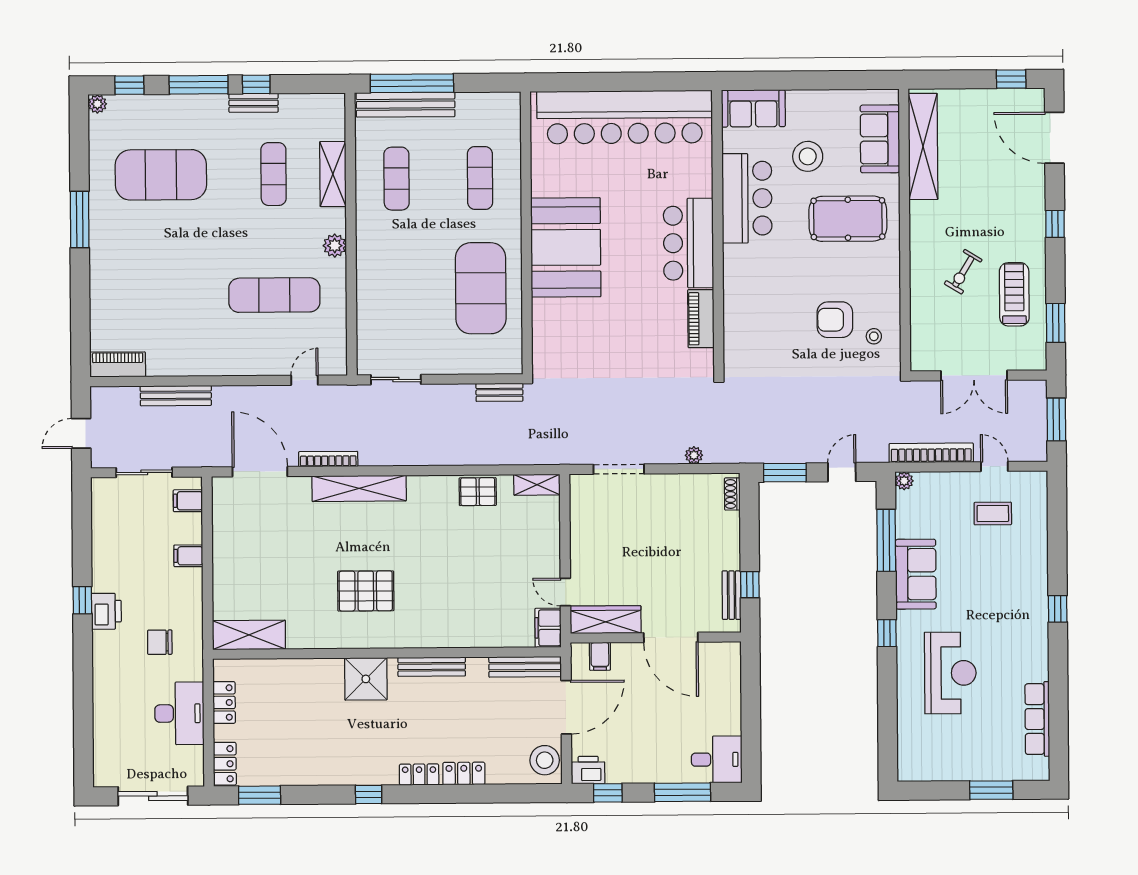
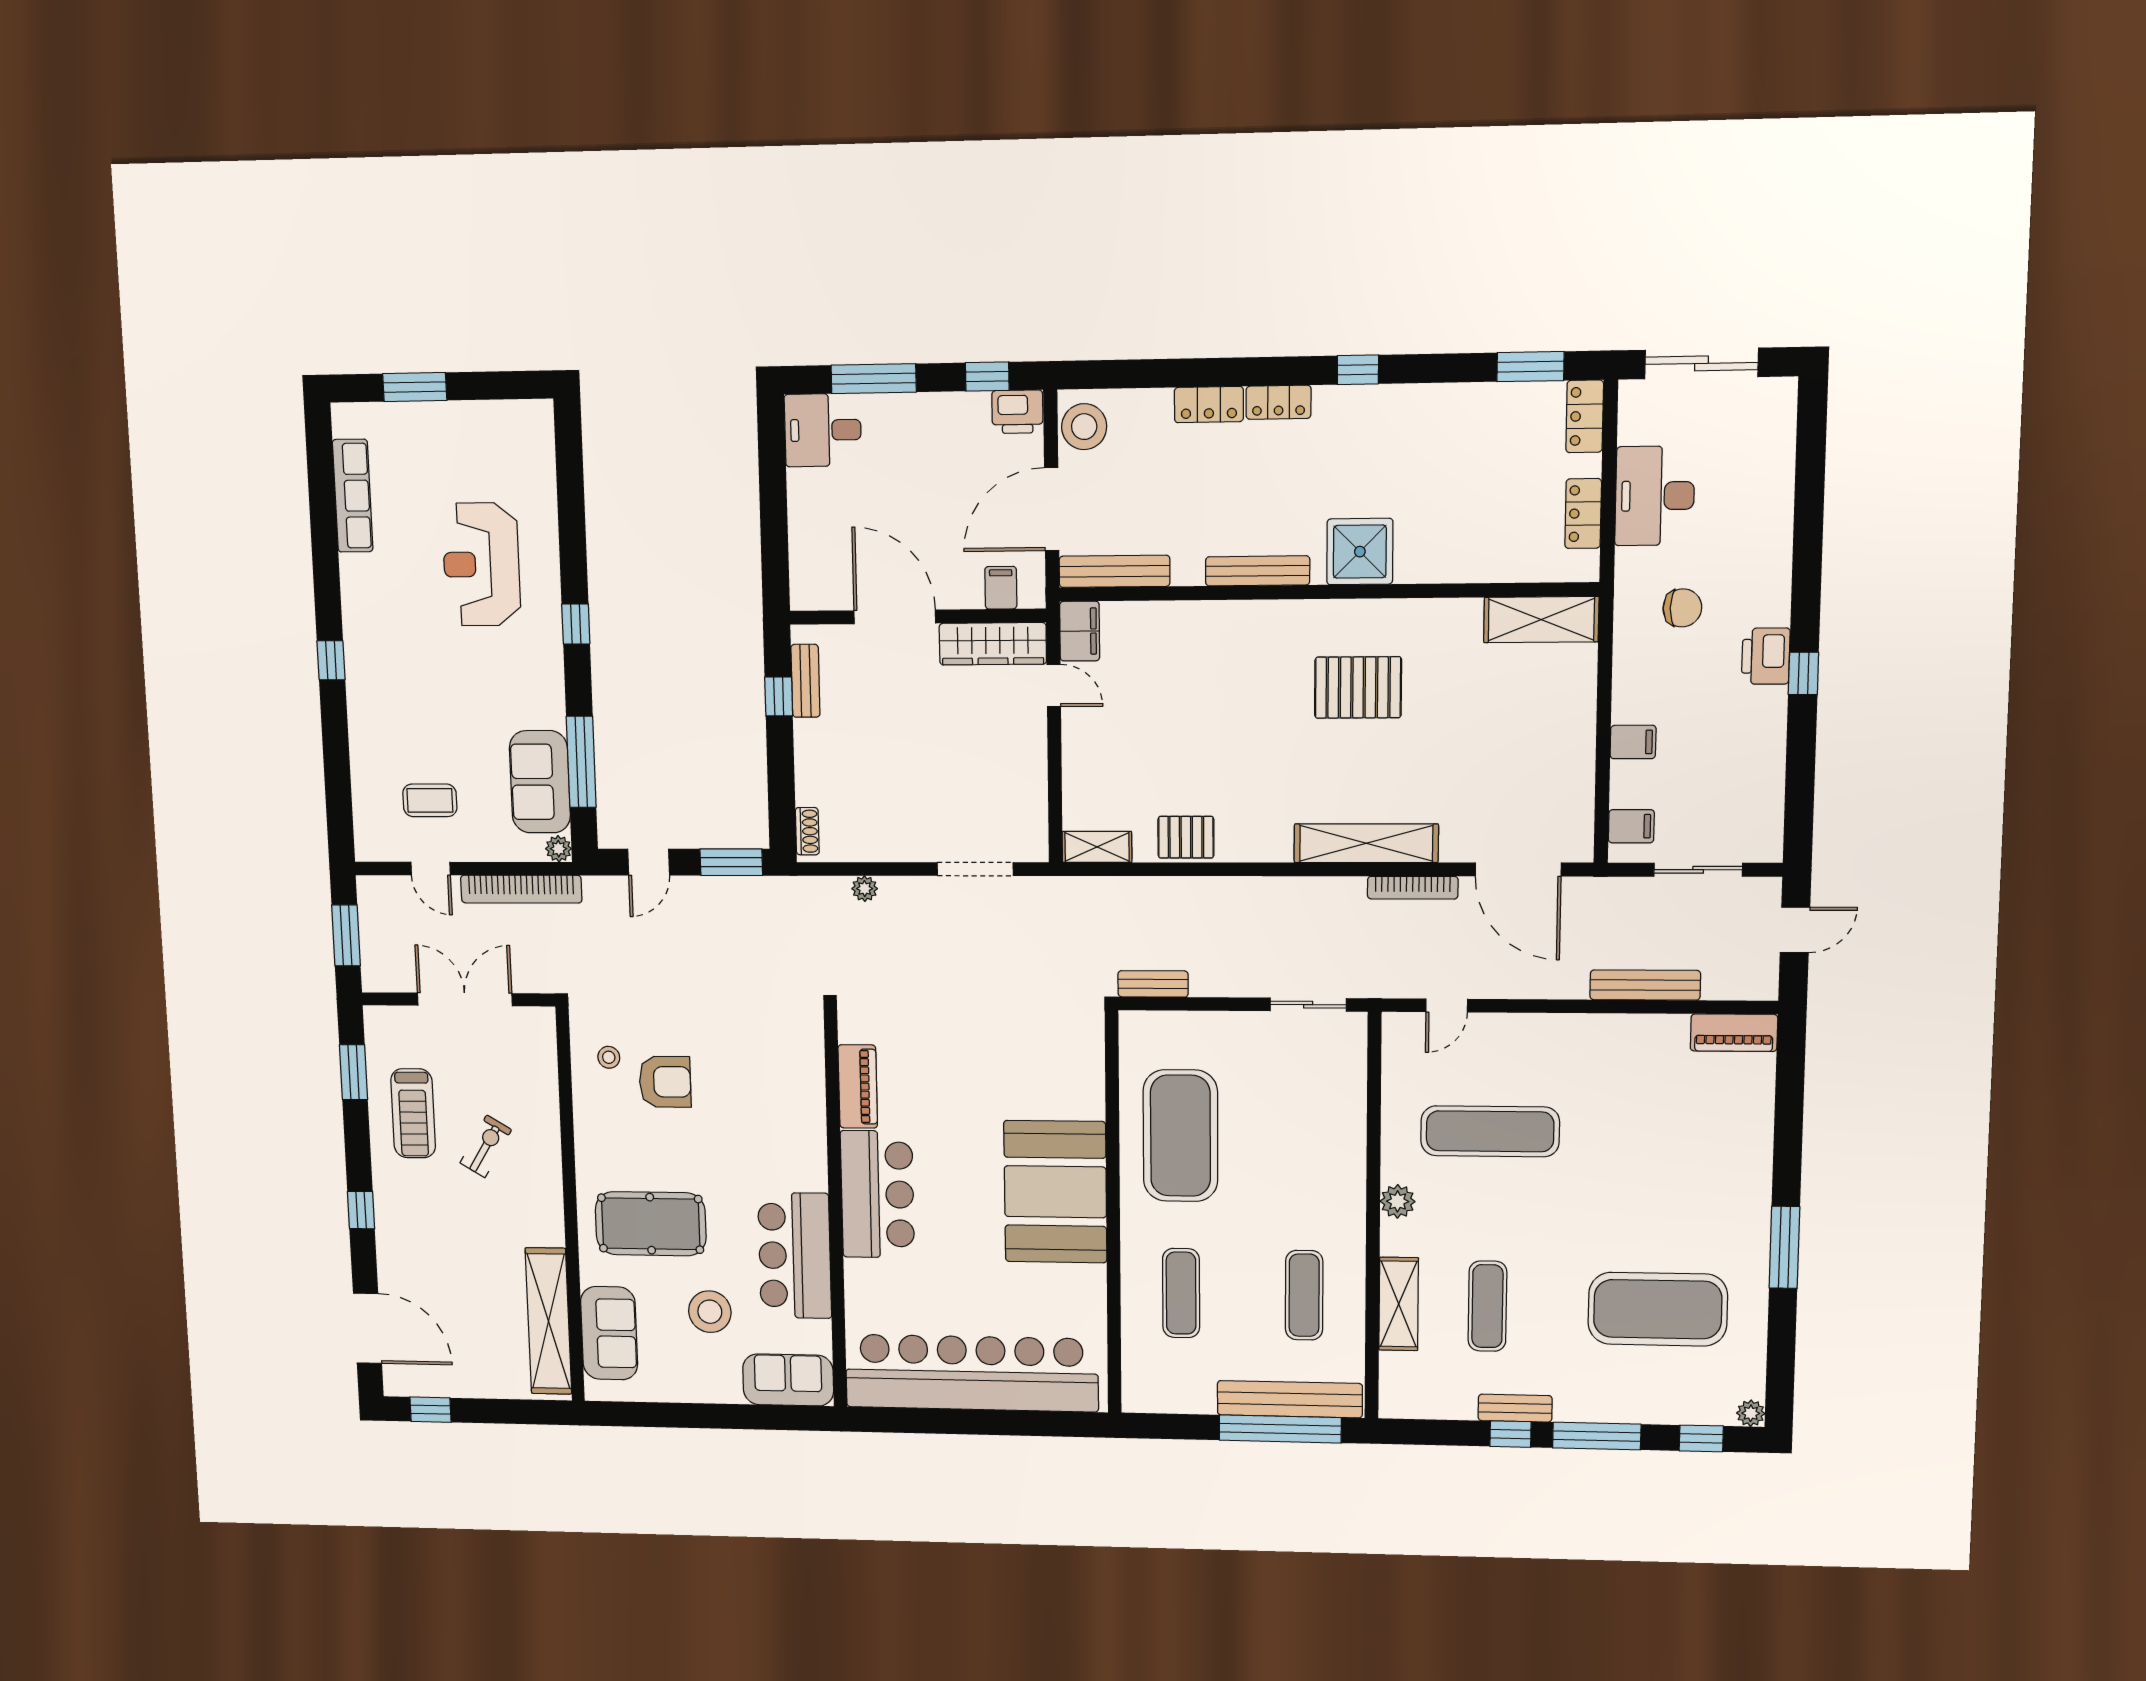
sofa: (916, 574) -> (540, 782), moved

